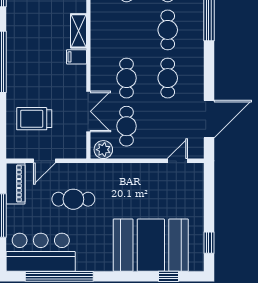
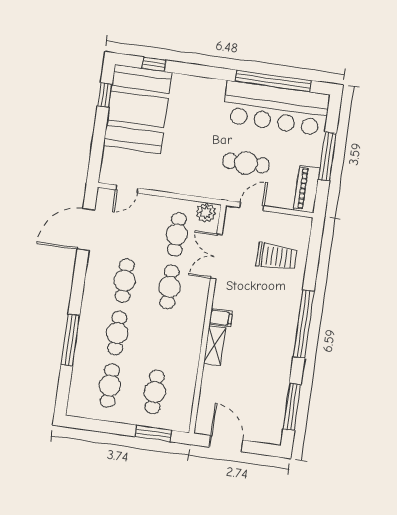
door: (44, 161) -> (252, 207), moved
booth: (151, 245) -> (138, 109), moved, turned 90
bar counter: (41, 252) -> (276, 108), width x1.36

